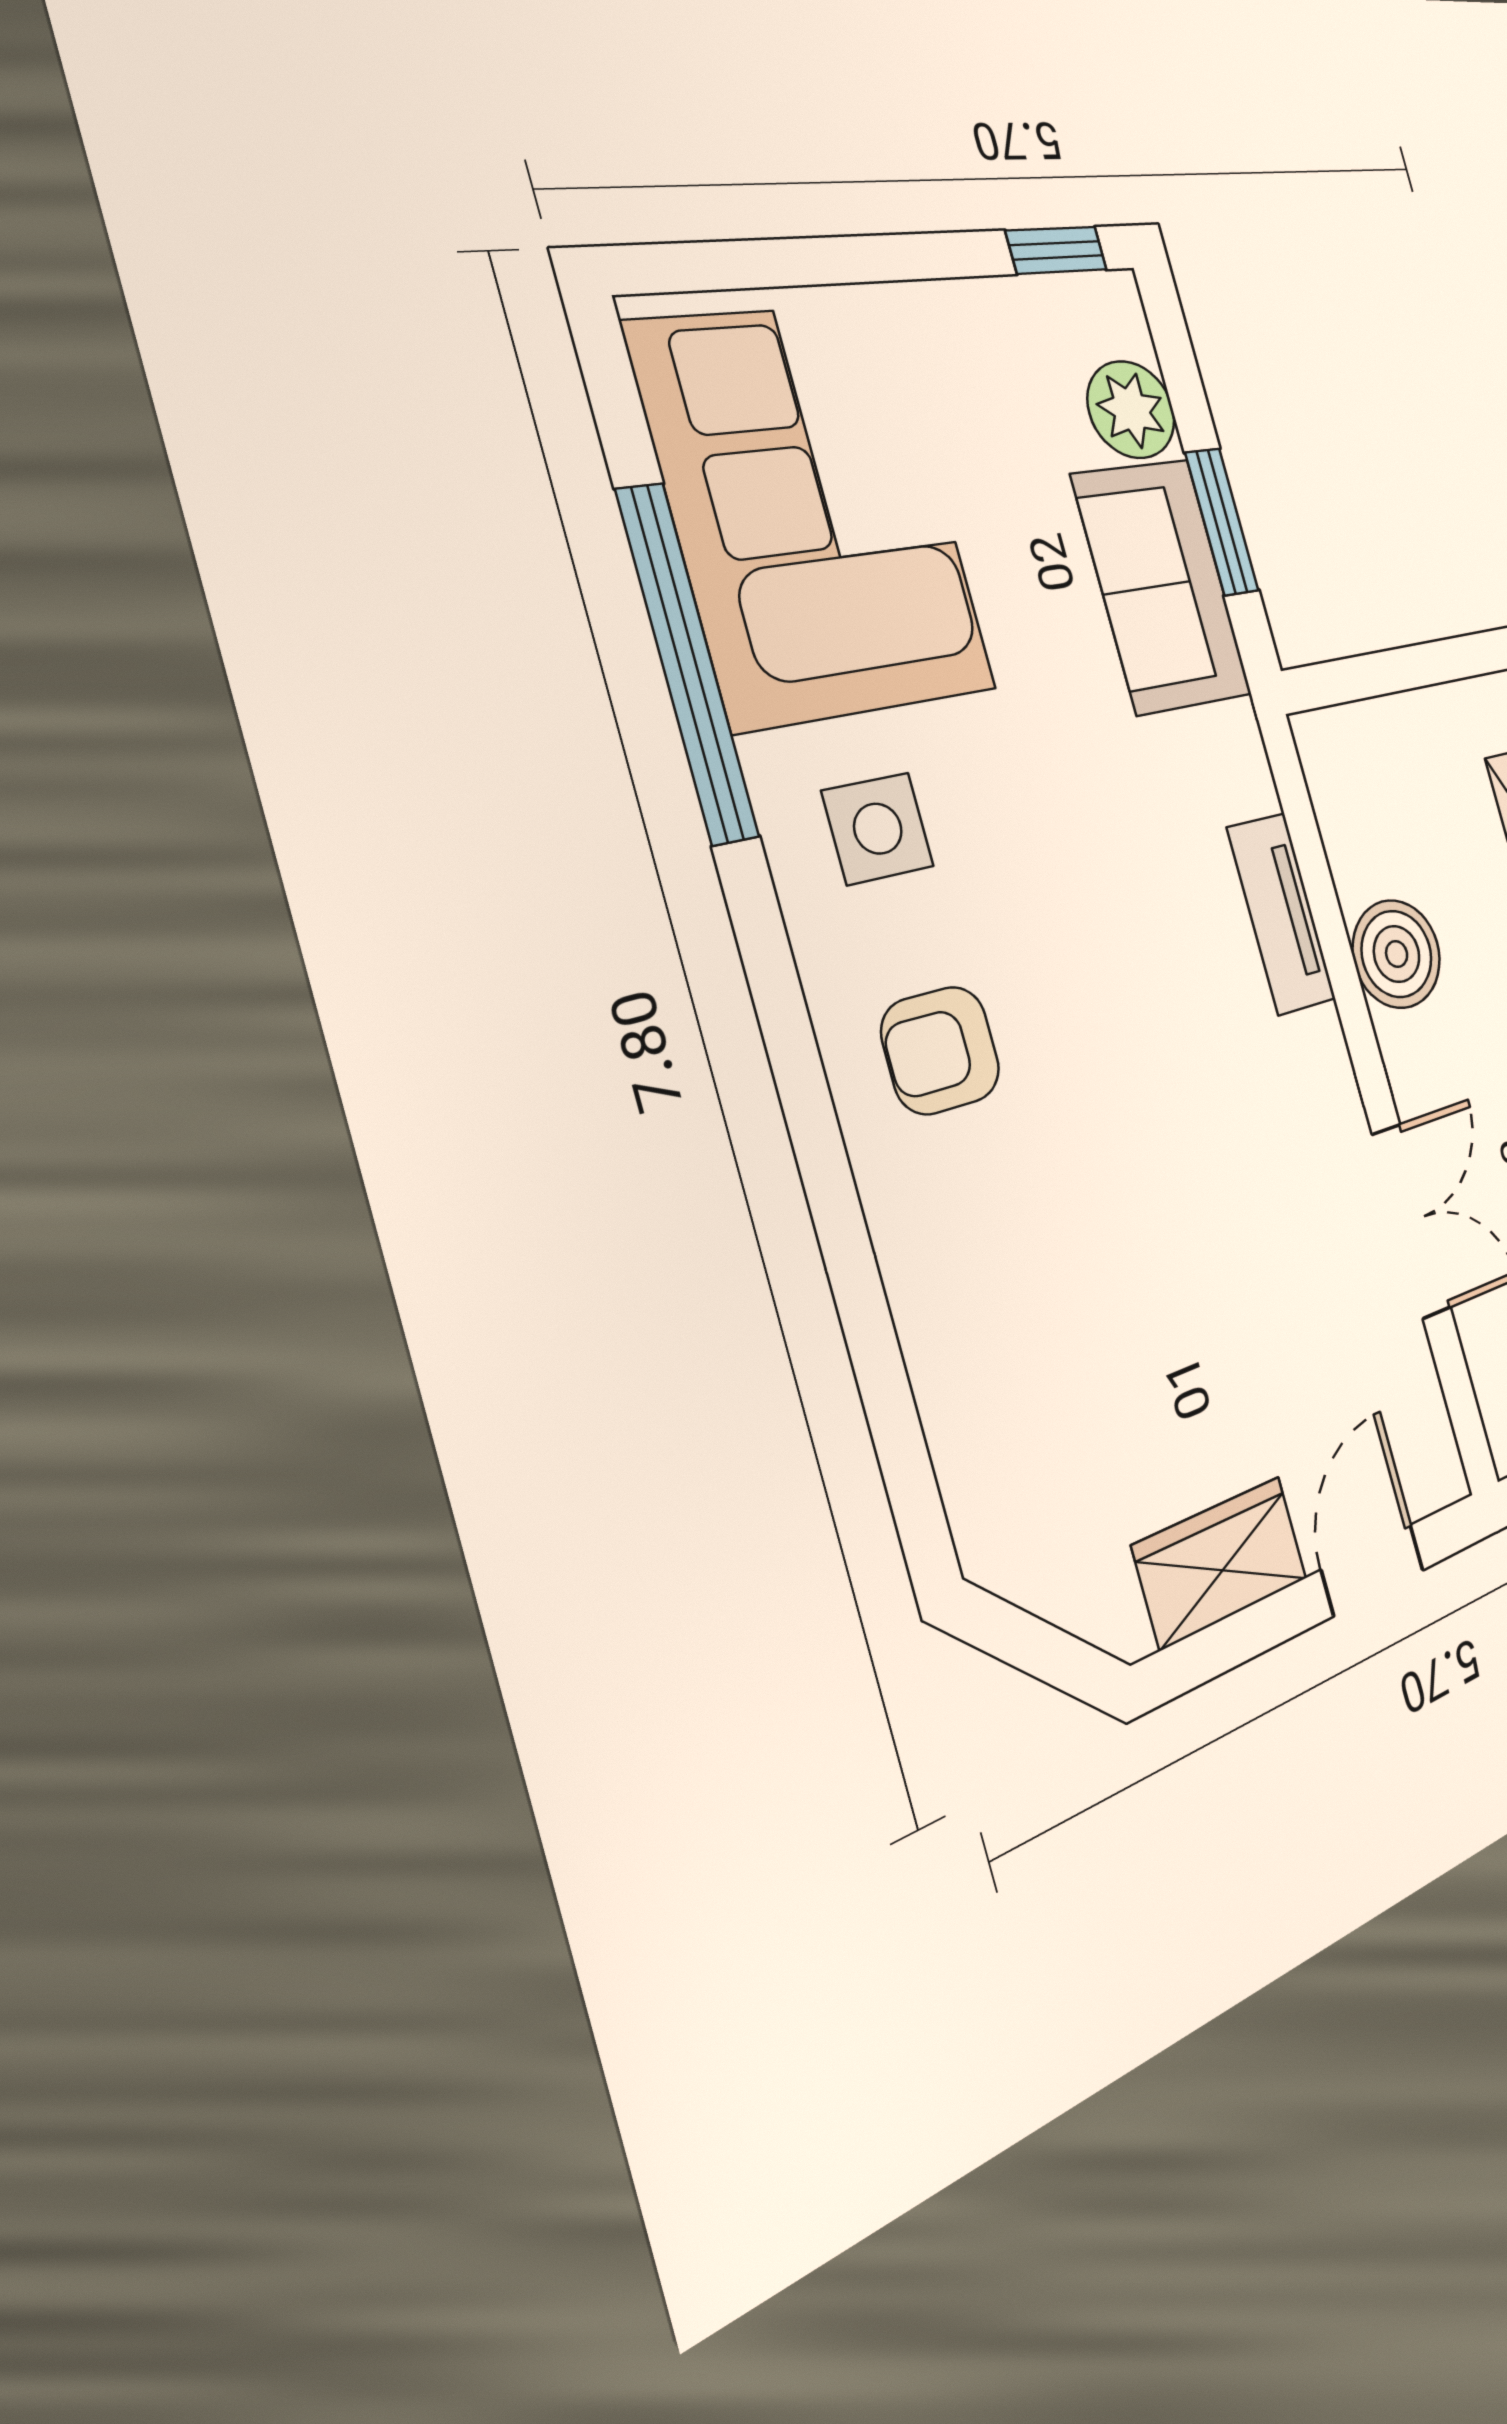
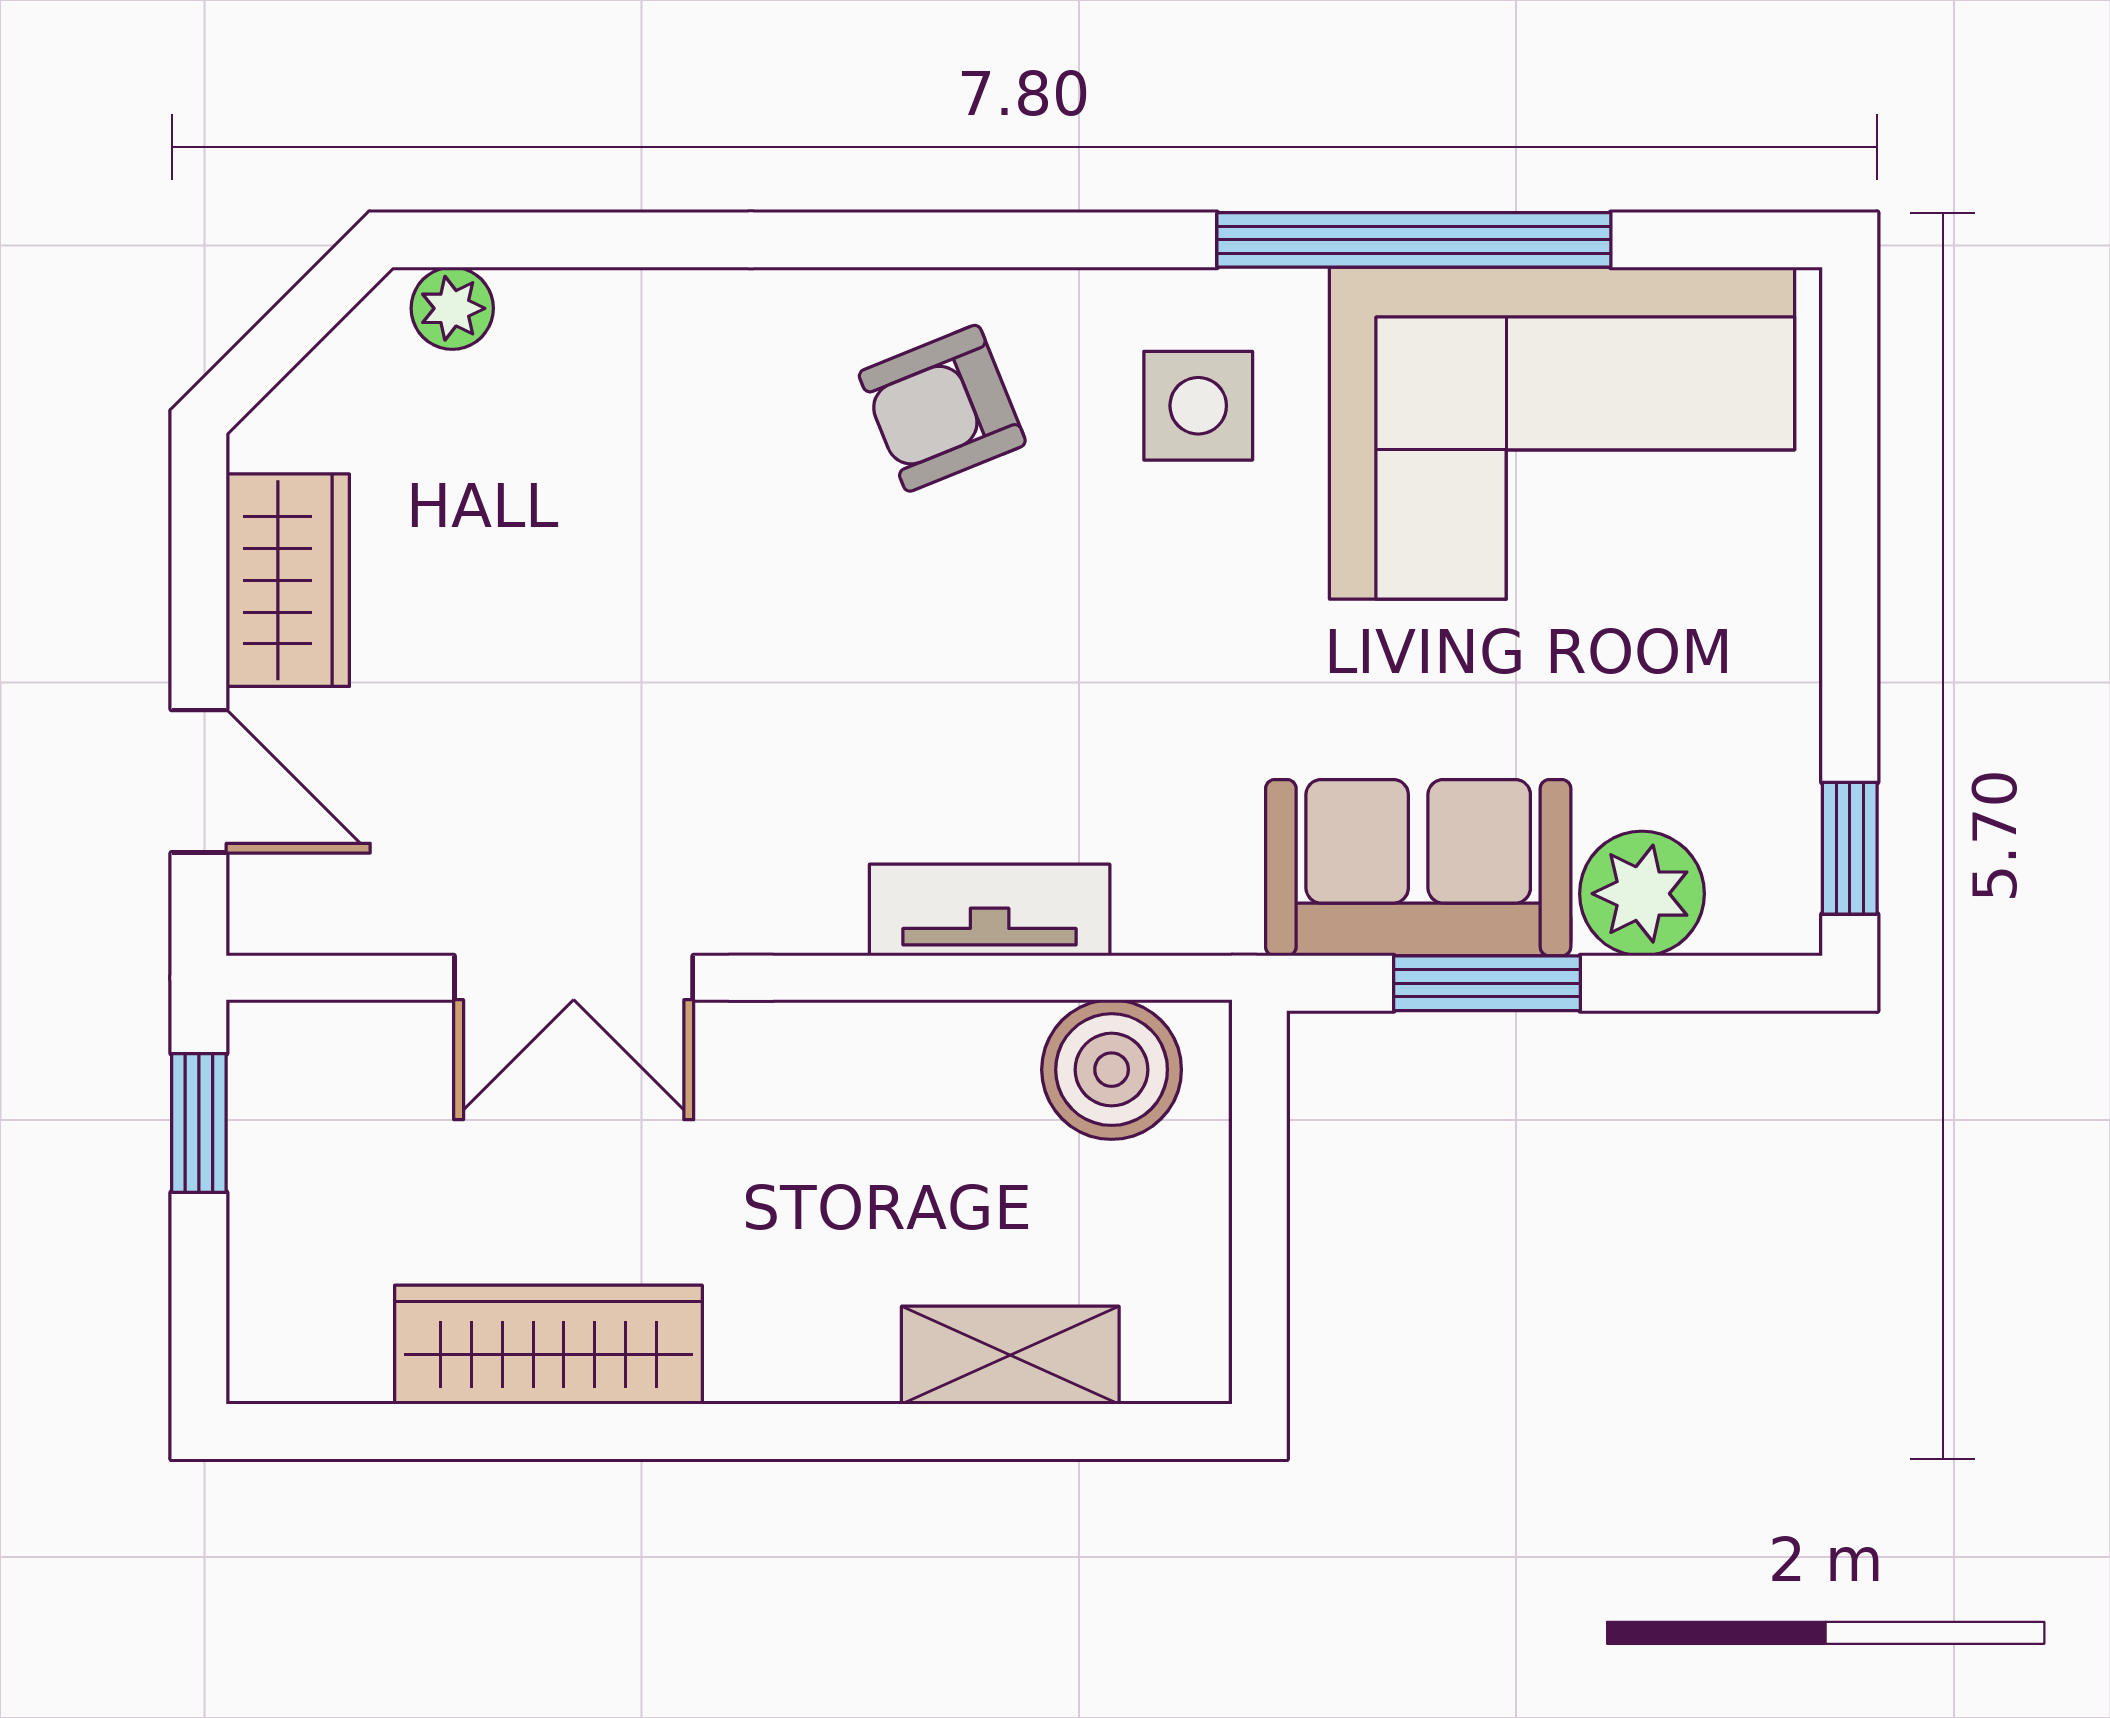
boiler: (1397, 954) -> (1112, 1070), moved
armchair: (941, 1050) -> (942, 408), turned -112
plant: (980, 1511) -> (452, 308), added

